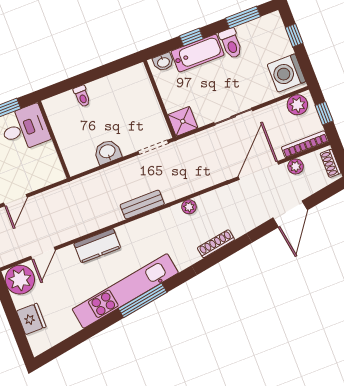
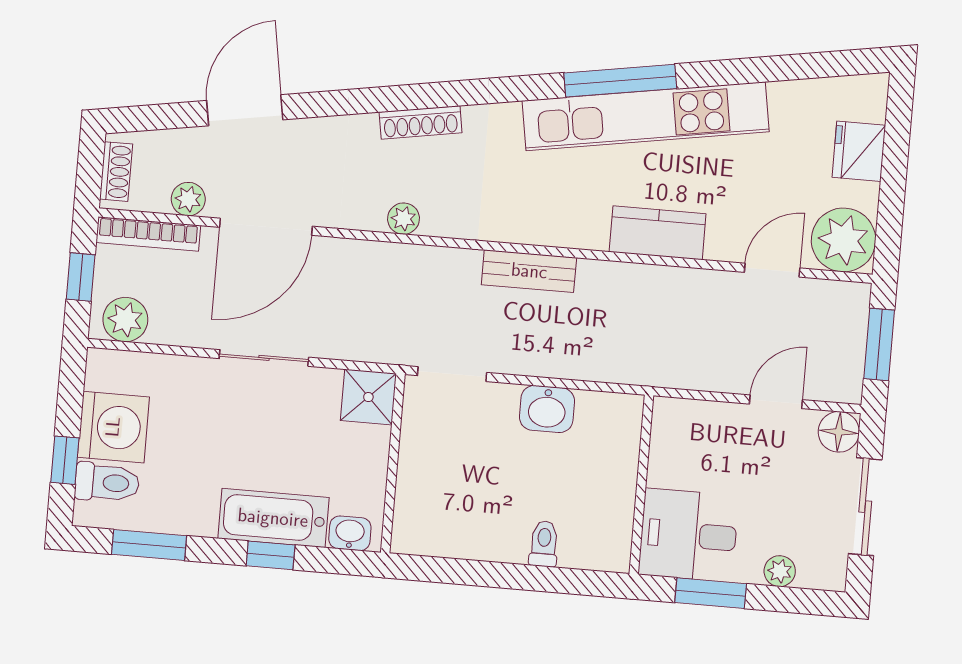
toilet: (231, 43) -> (107, 482), moved, turned 90
washing machine: (286, 73) -> (113, 427), moved
plant: (189, 207) -> (403, 219), moved

